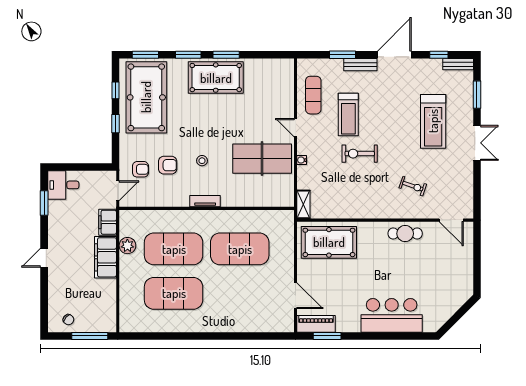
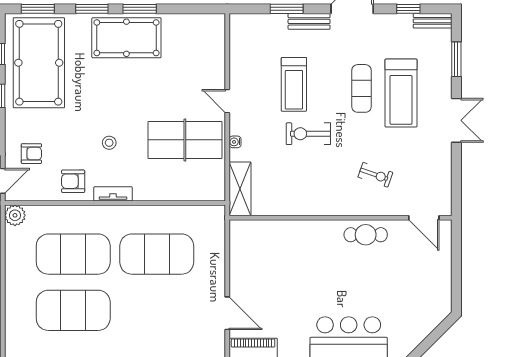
exercise mat: (313, 95) -> (362, 88), moved
armchair: (168, 165) -> (73, 181), moved, turned 180
shelving: (303, 204) -> (240, 189), width x1.50, depth x1.33
pool table: (329, 242) -> (269, 246), removed
plant: (127, 246) -> (15, 215), moved

